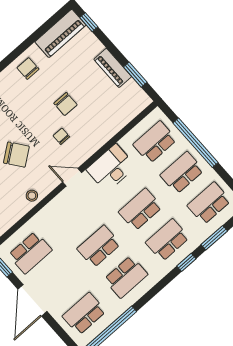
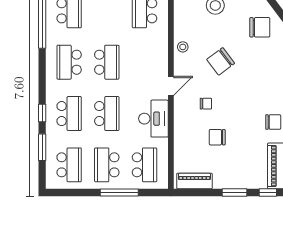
piano: (113, 68) -> (194, 181), moved
window: (135, 75) -> (234, 192), moved
chair: (66, 104) -> (217, 137), moved
window: (195, 143) -> (119, 192), width x0.68
school desk: (182, 173) -> (107, 165), turned 180

